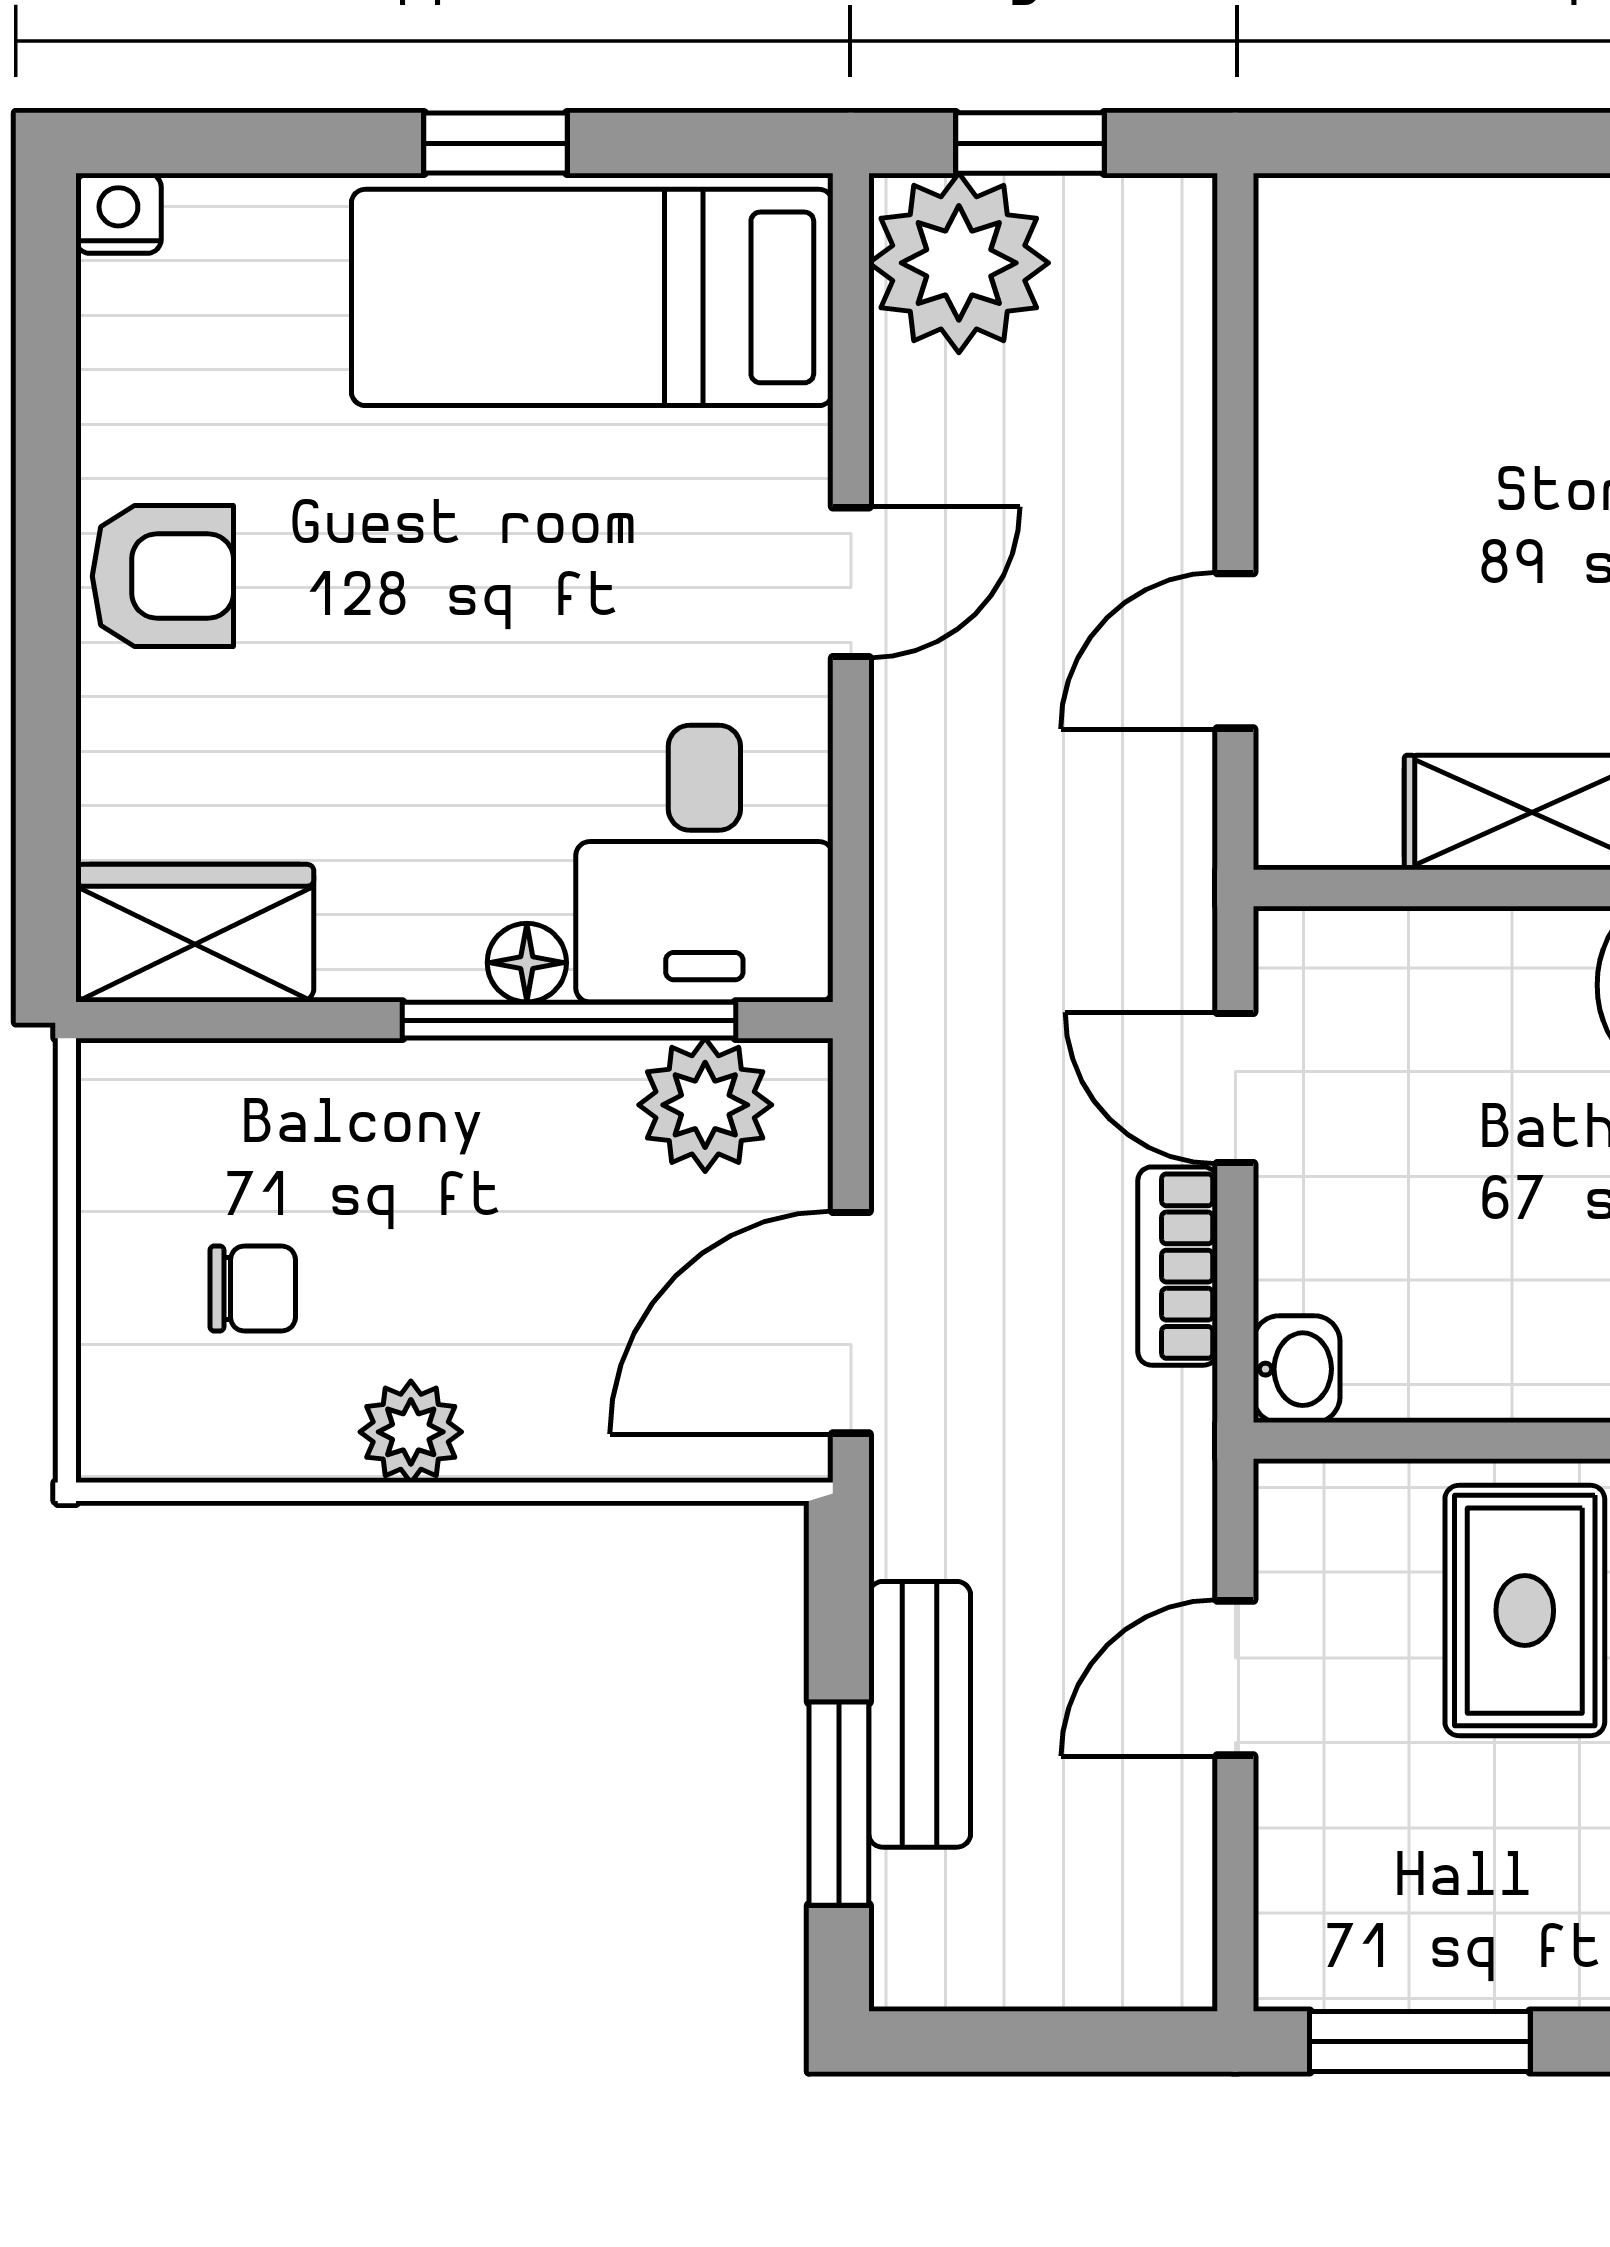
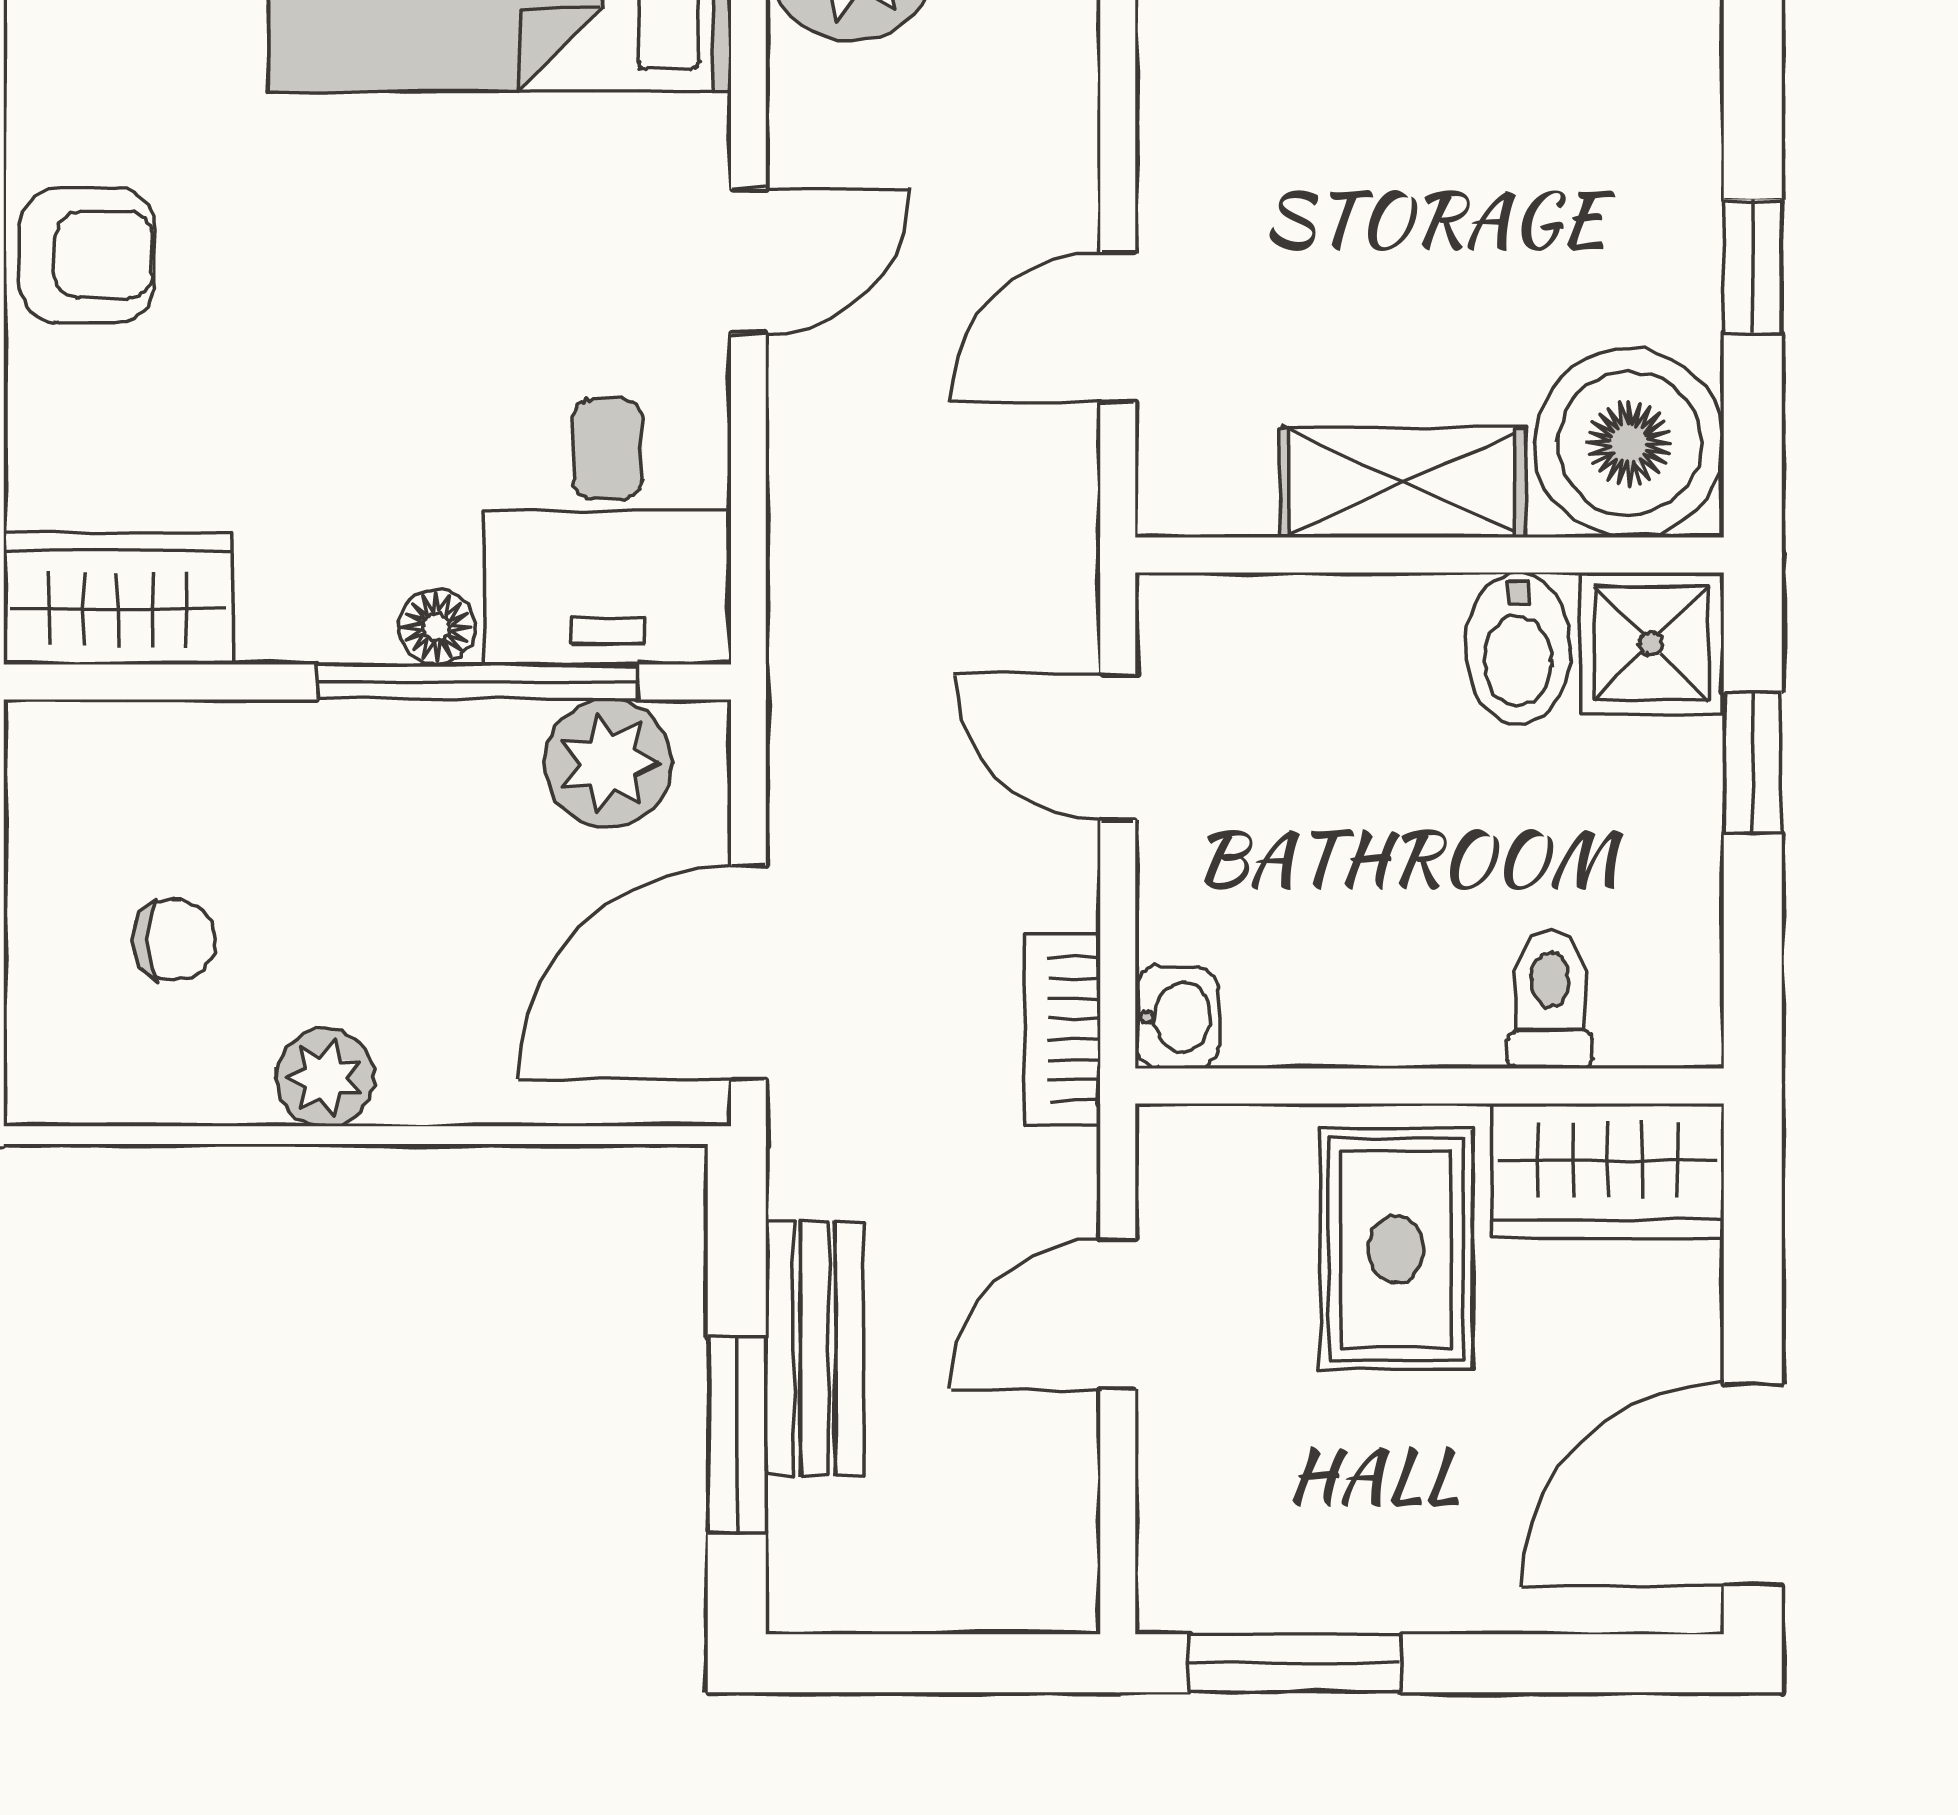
bookcase: (1178, 1266) -> (1062, 1029), moved

